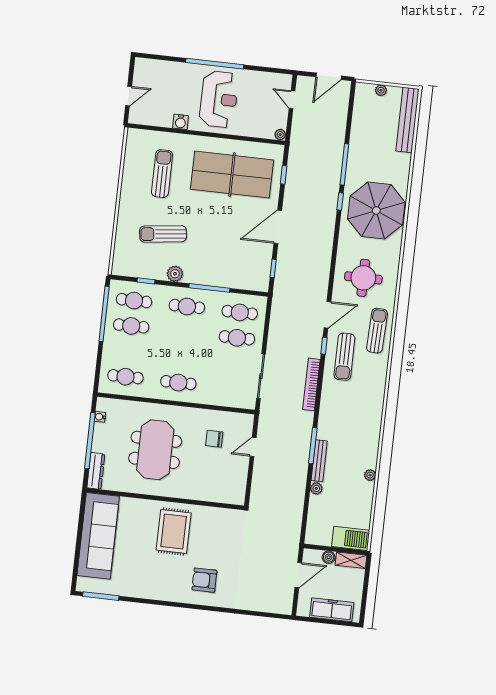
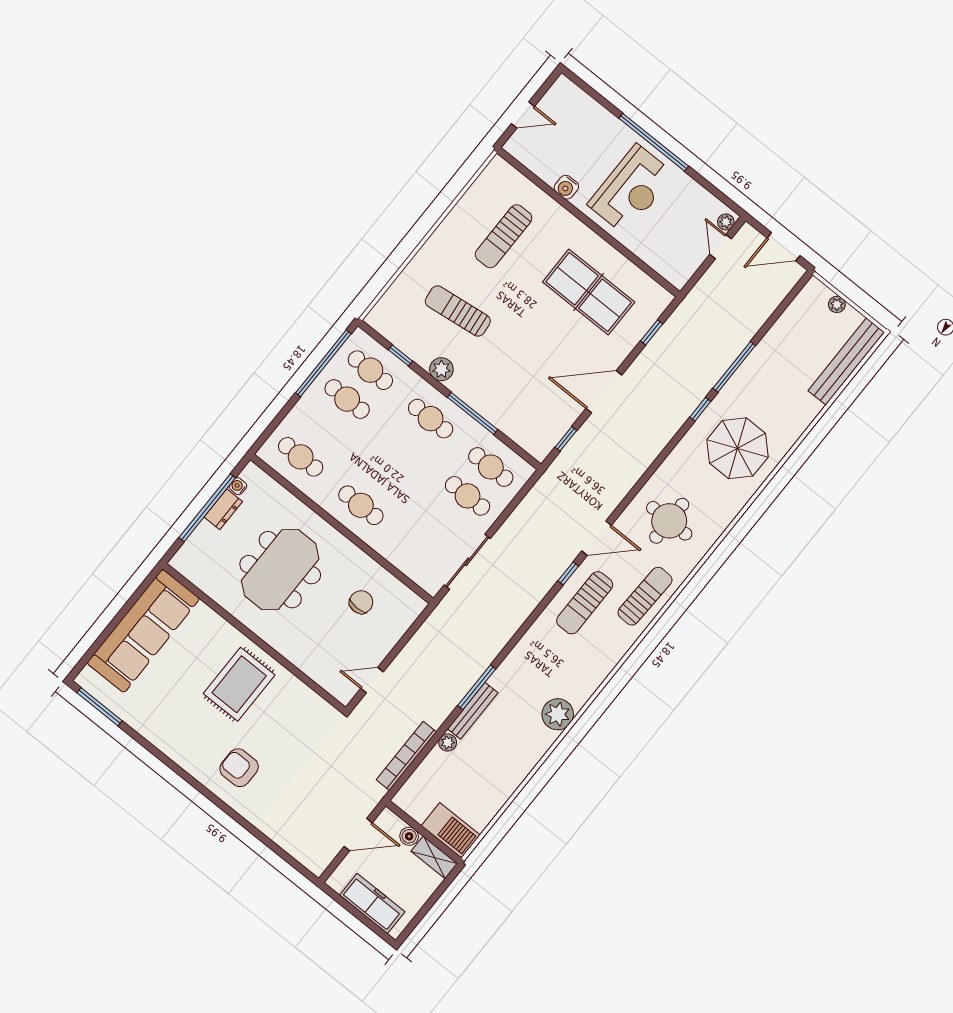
plant: (280, 135) -> (726, 222), moved
sun lounger: (162, 174) -> (504, 236), turned 180
table tennis table: (232, 175) -> (589, 292), width x0.73, depth x0.76
parasol: (376, 210) -> (738, 448), width x0.73, depth x0.73
bookcase: (311, 384) -> (406, 756), moved
chair: (214, 439) -> (361, 602), turned 90
door: (253, 447) -> (372, 680), moved
dresser: (96, 471) -> (223, 509), moved, width x0.70
plant: (370, 475) -> (558, 714), moved, width x1.87, depth x1.87

